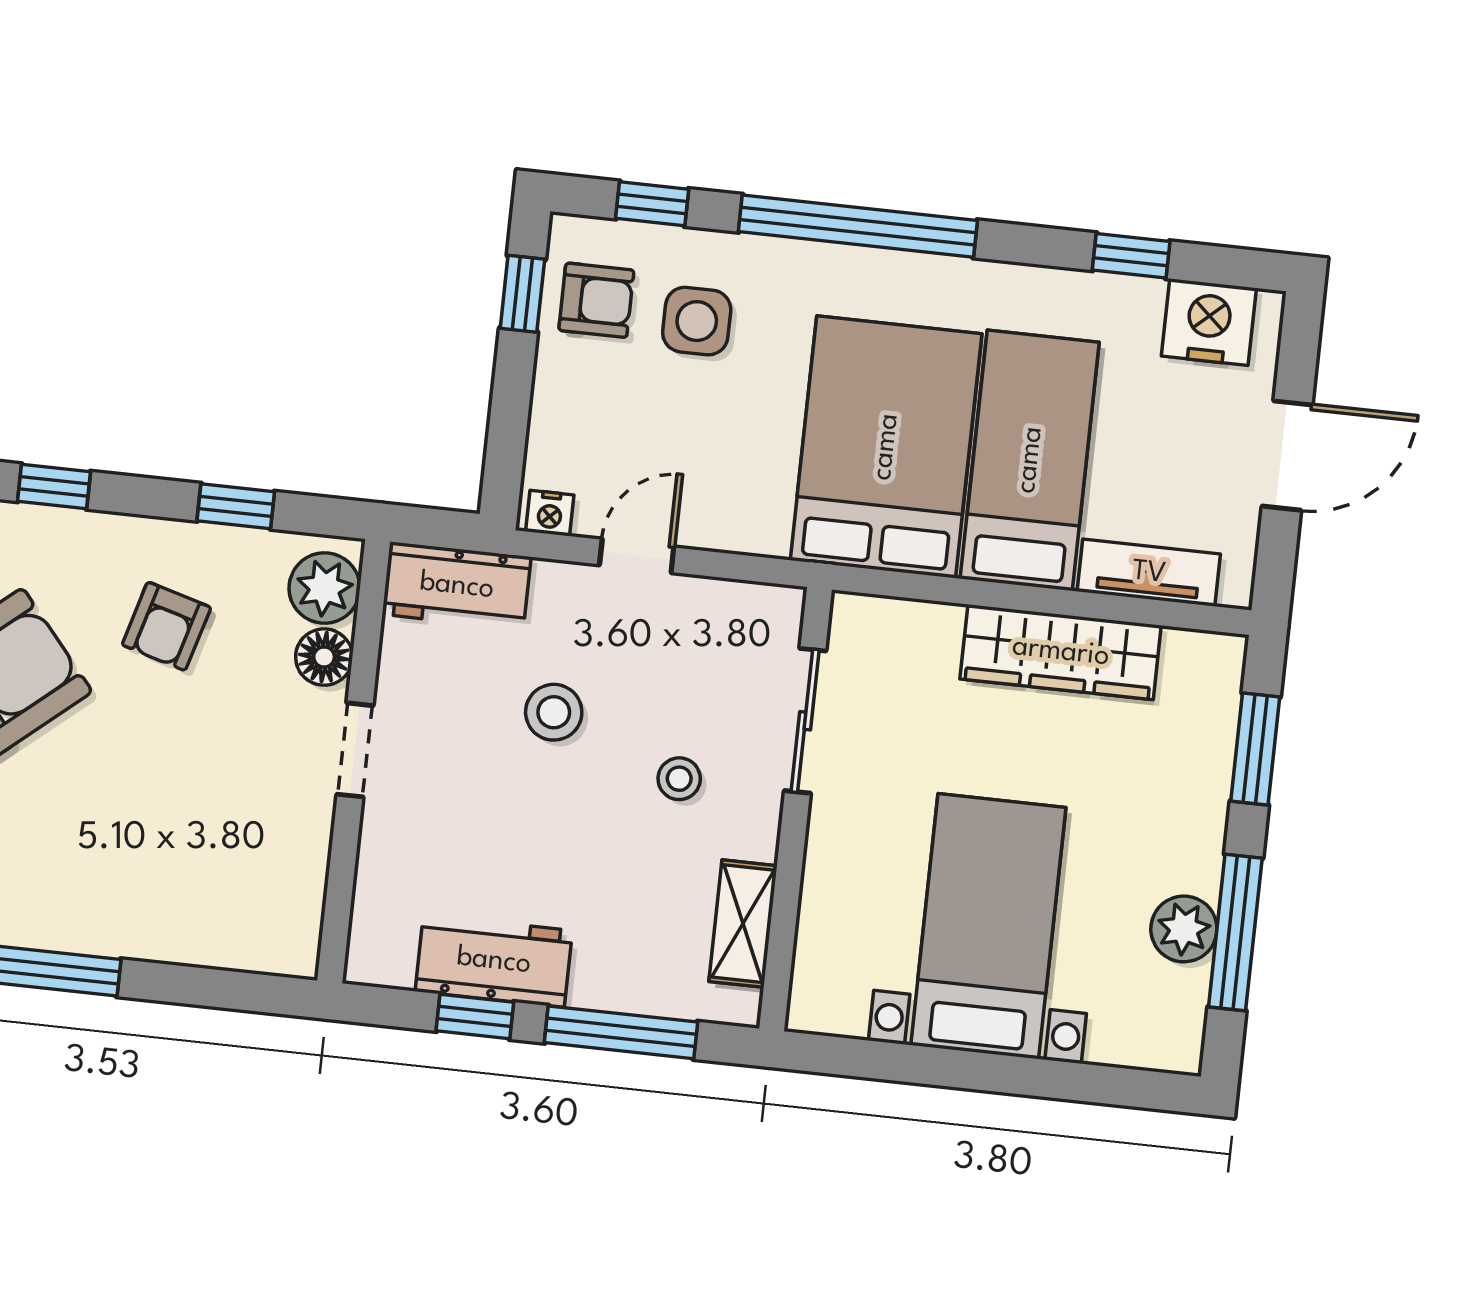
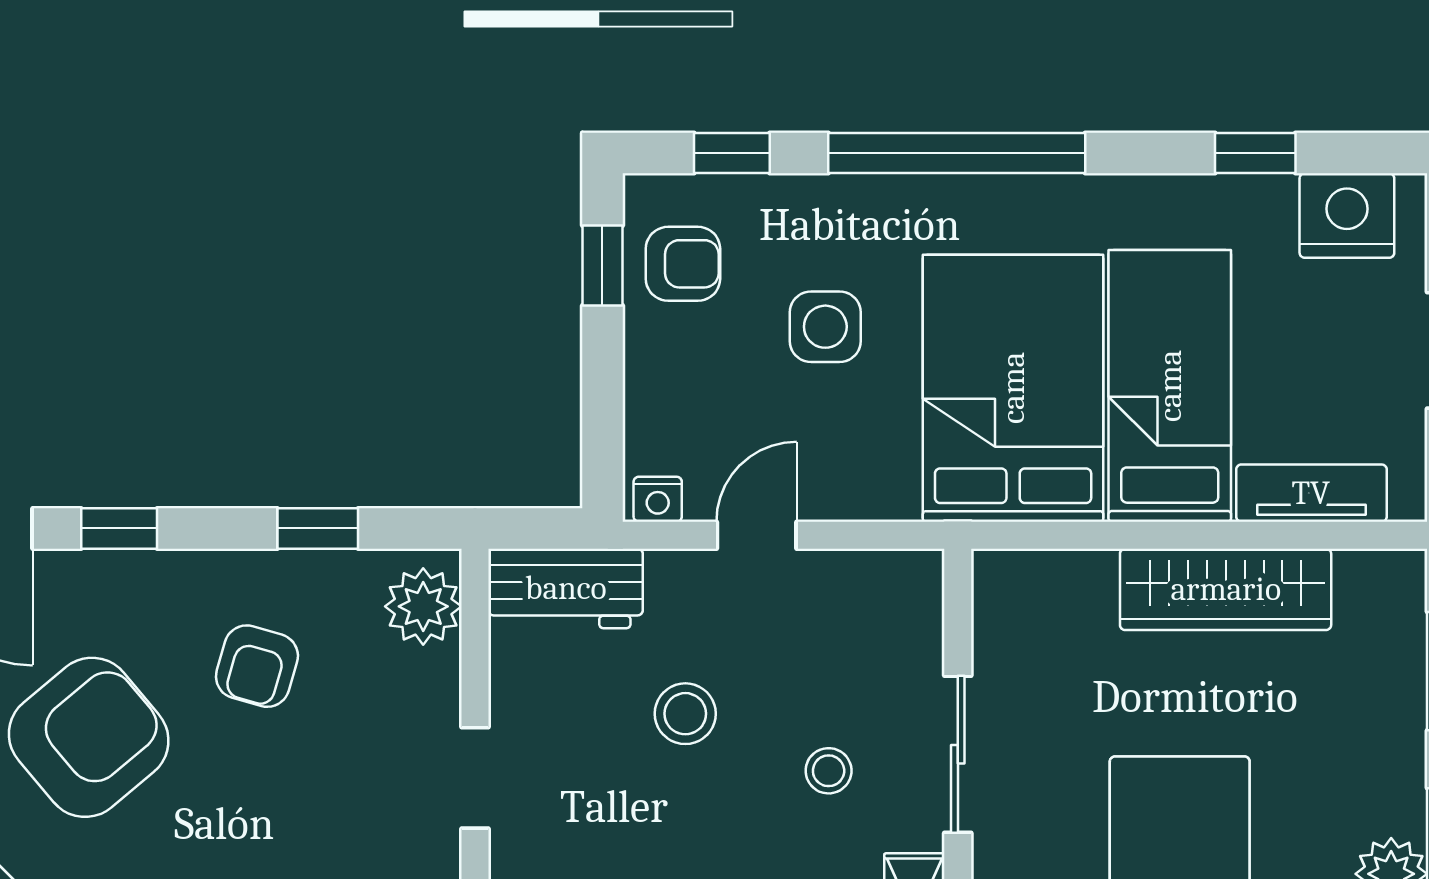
side table: (697, 321) -> (825, 327), moved
floor lamp: (324, 657) -> (431, 681), removed
sliding door: (805, 721) -> (958, 754), moved

